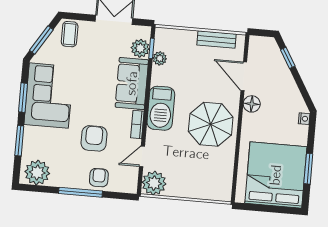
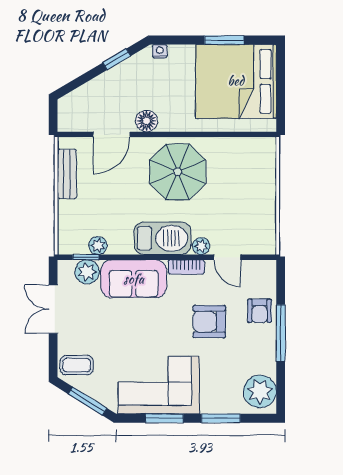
window: (288, 58) -> (117, 59), moved
armchair: (99, 178) -> (260, 311), turned -90
plant: (154, 183) -> (201, 246), moved, width x0.53, depth x0.53

